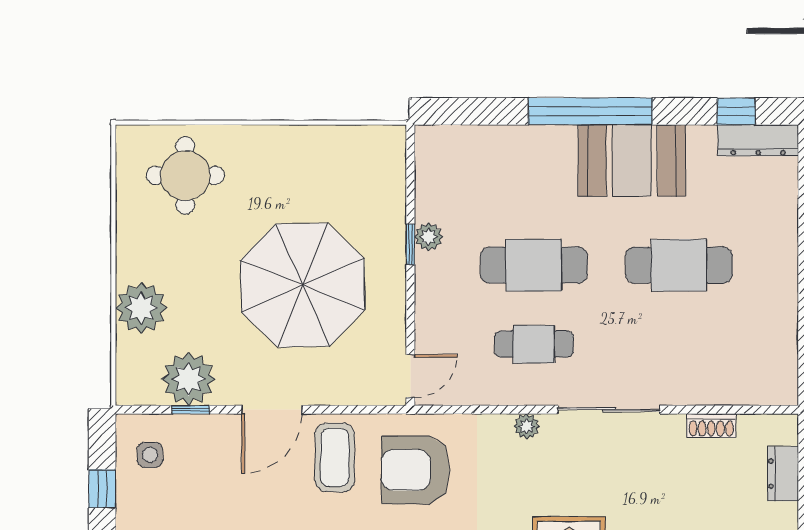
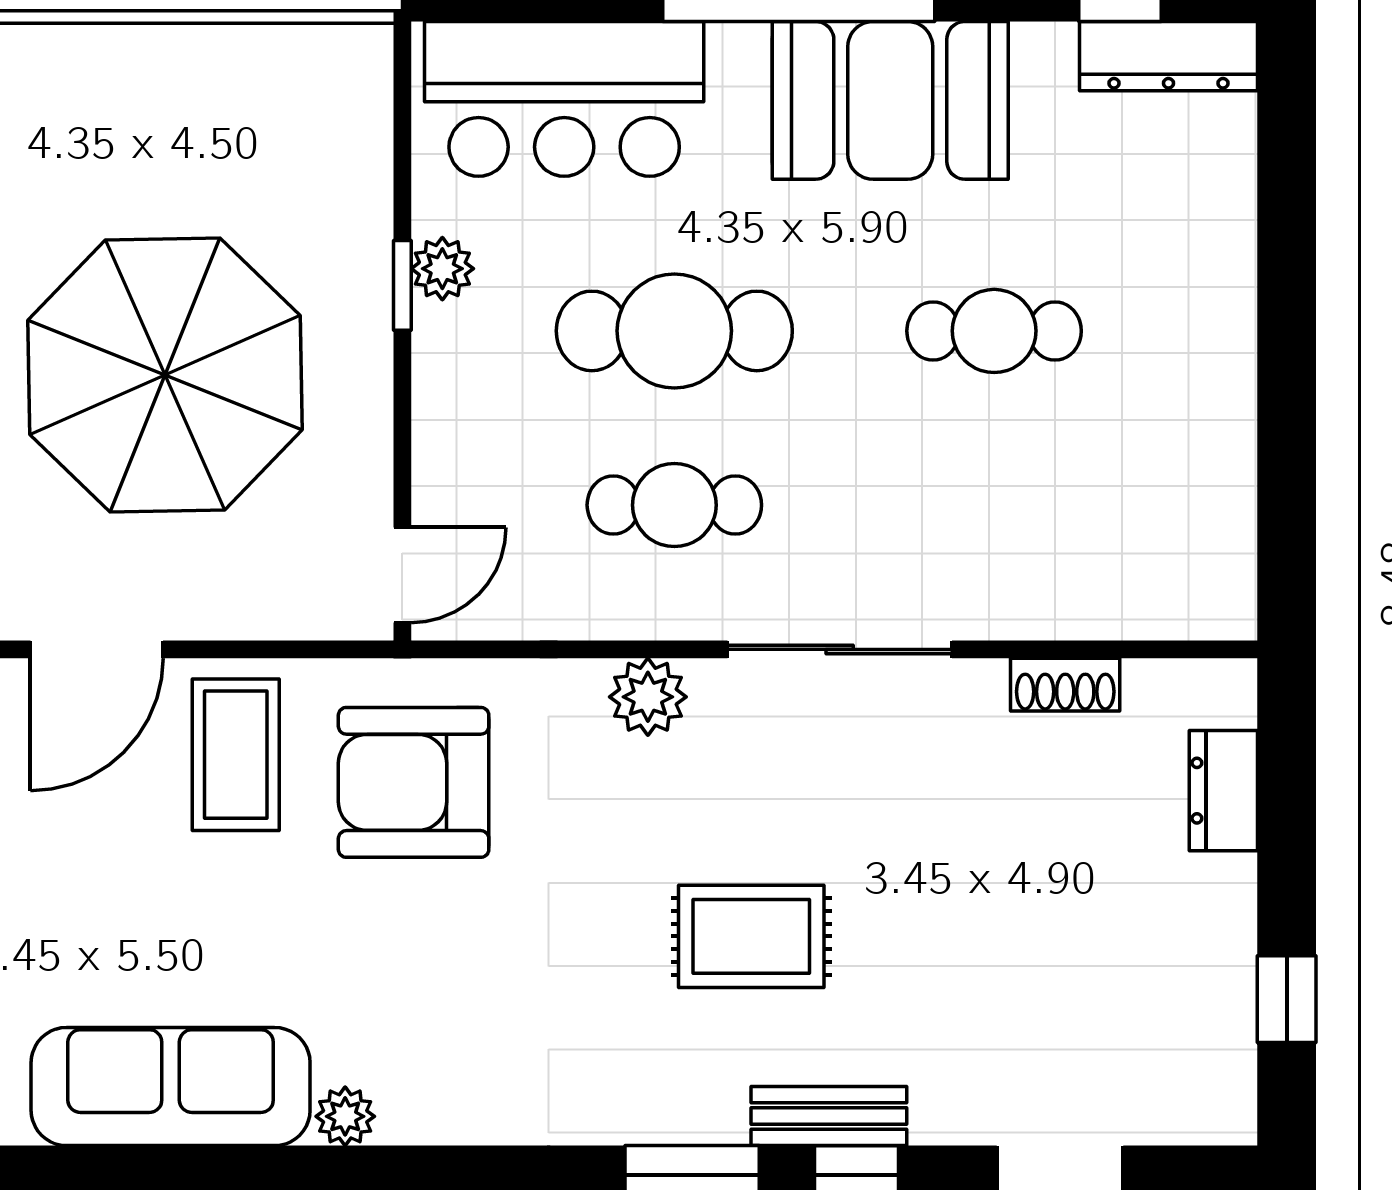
bar counter: (484, 160) -> (564, 99), added
cafe table: (679, 265) -> (994, 331), width x0.73, depth x0.74
plant: (527, 426) -> (648, 697), width x1.38, depth x1.38

